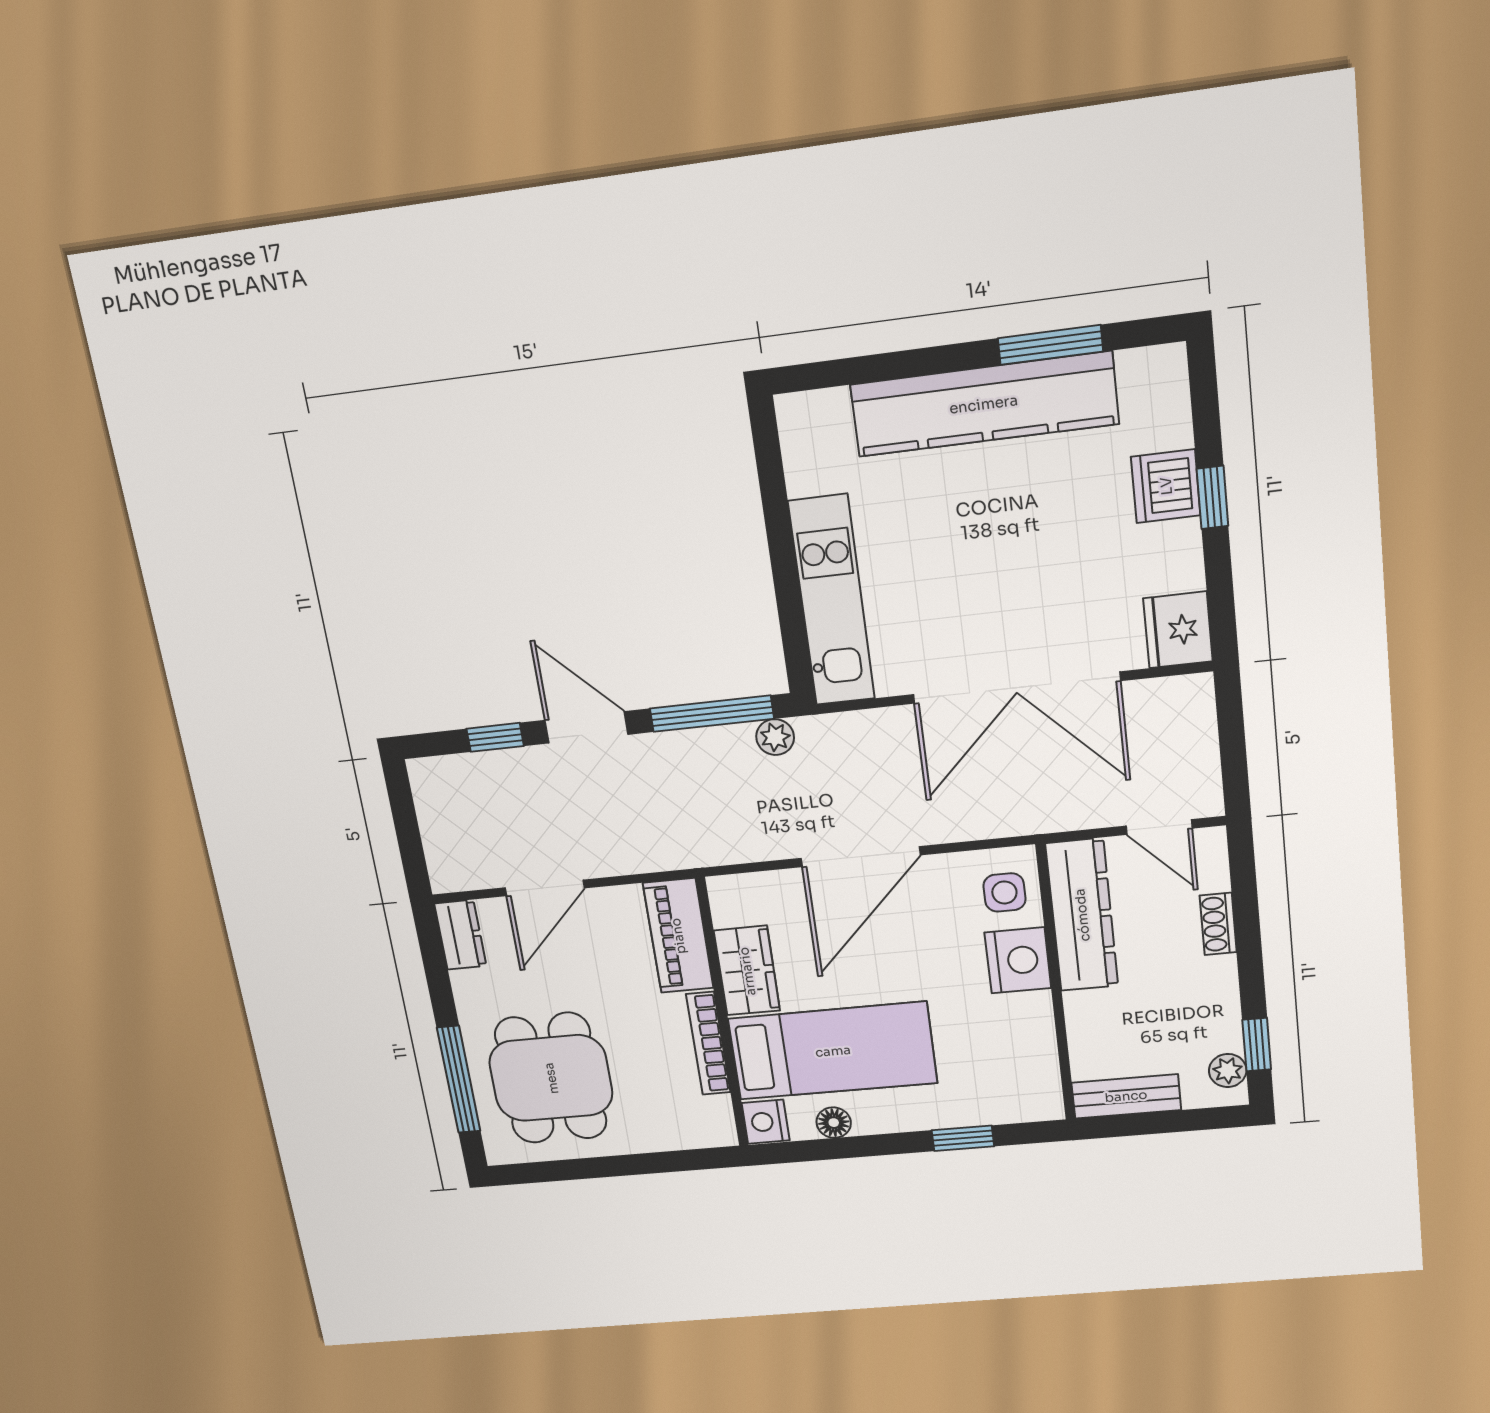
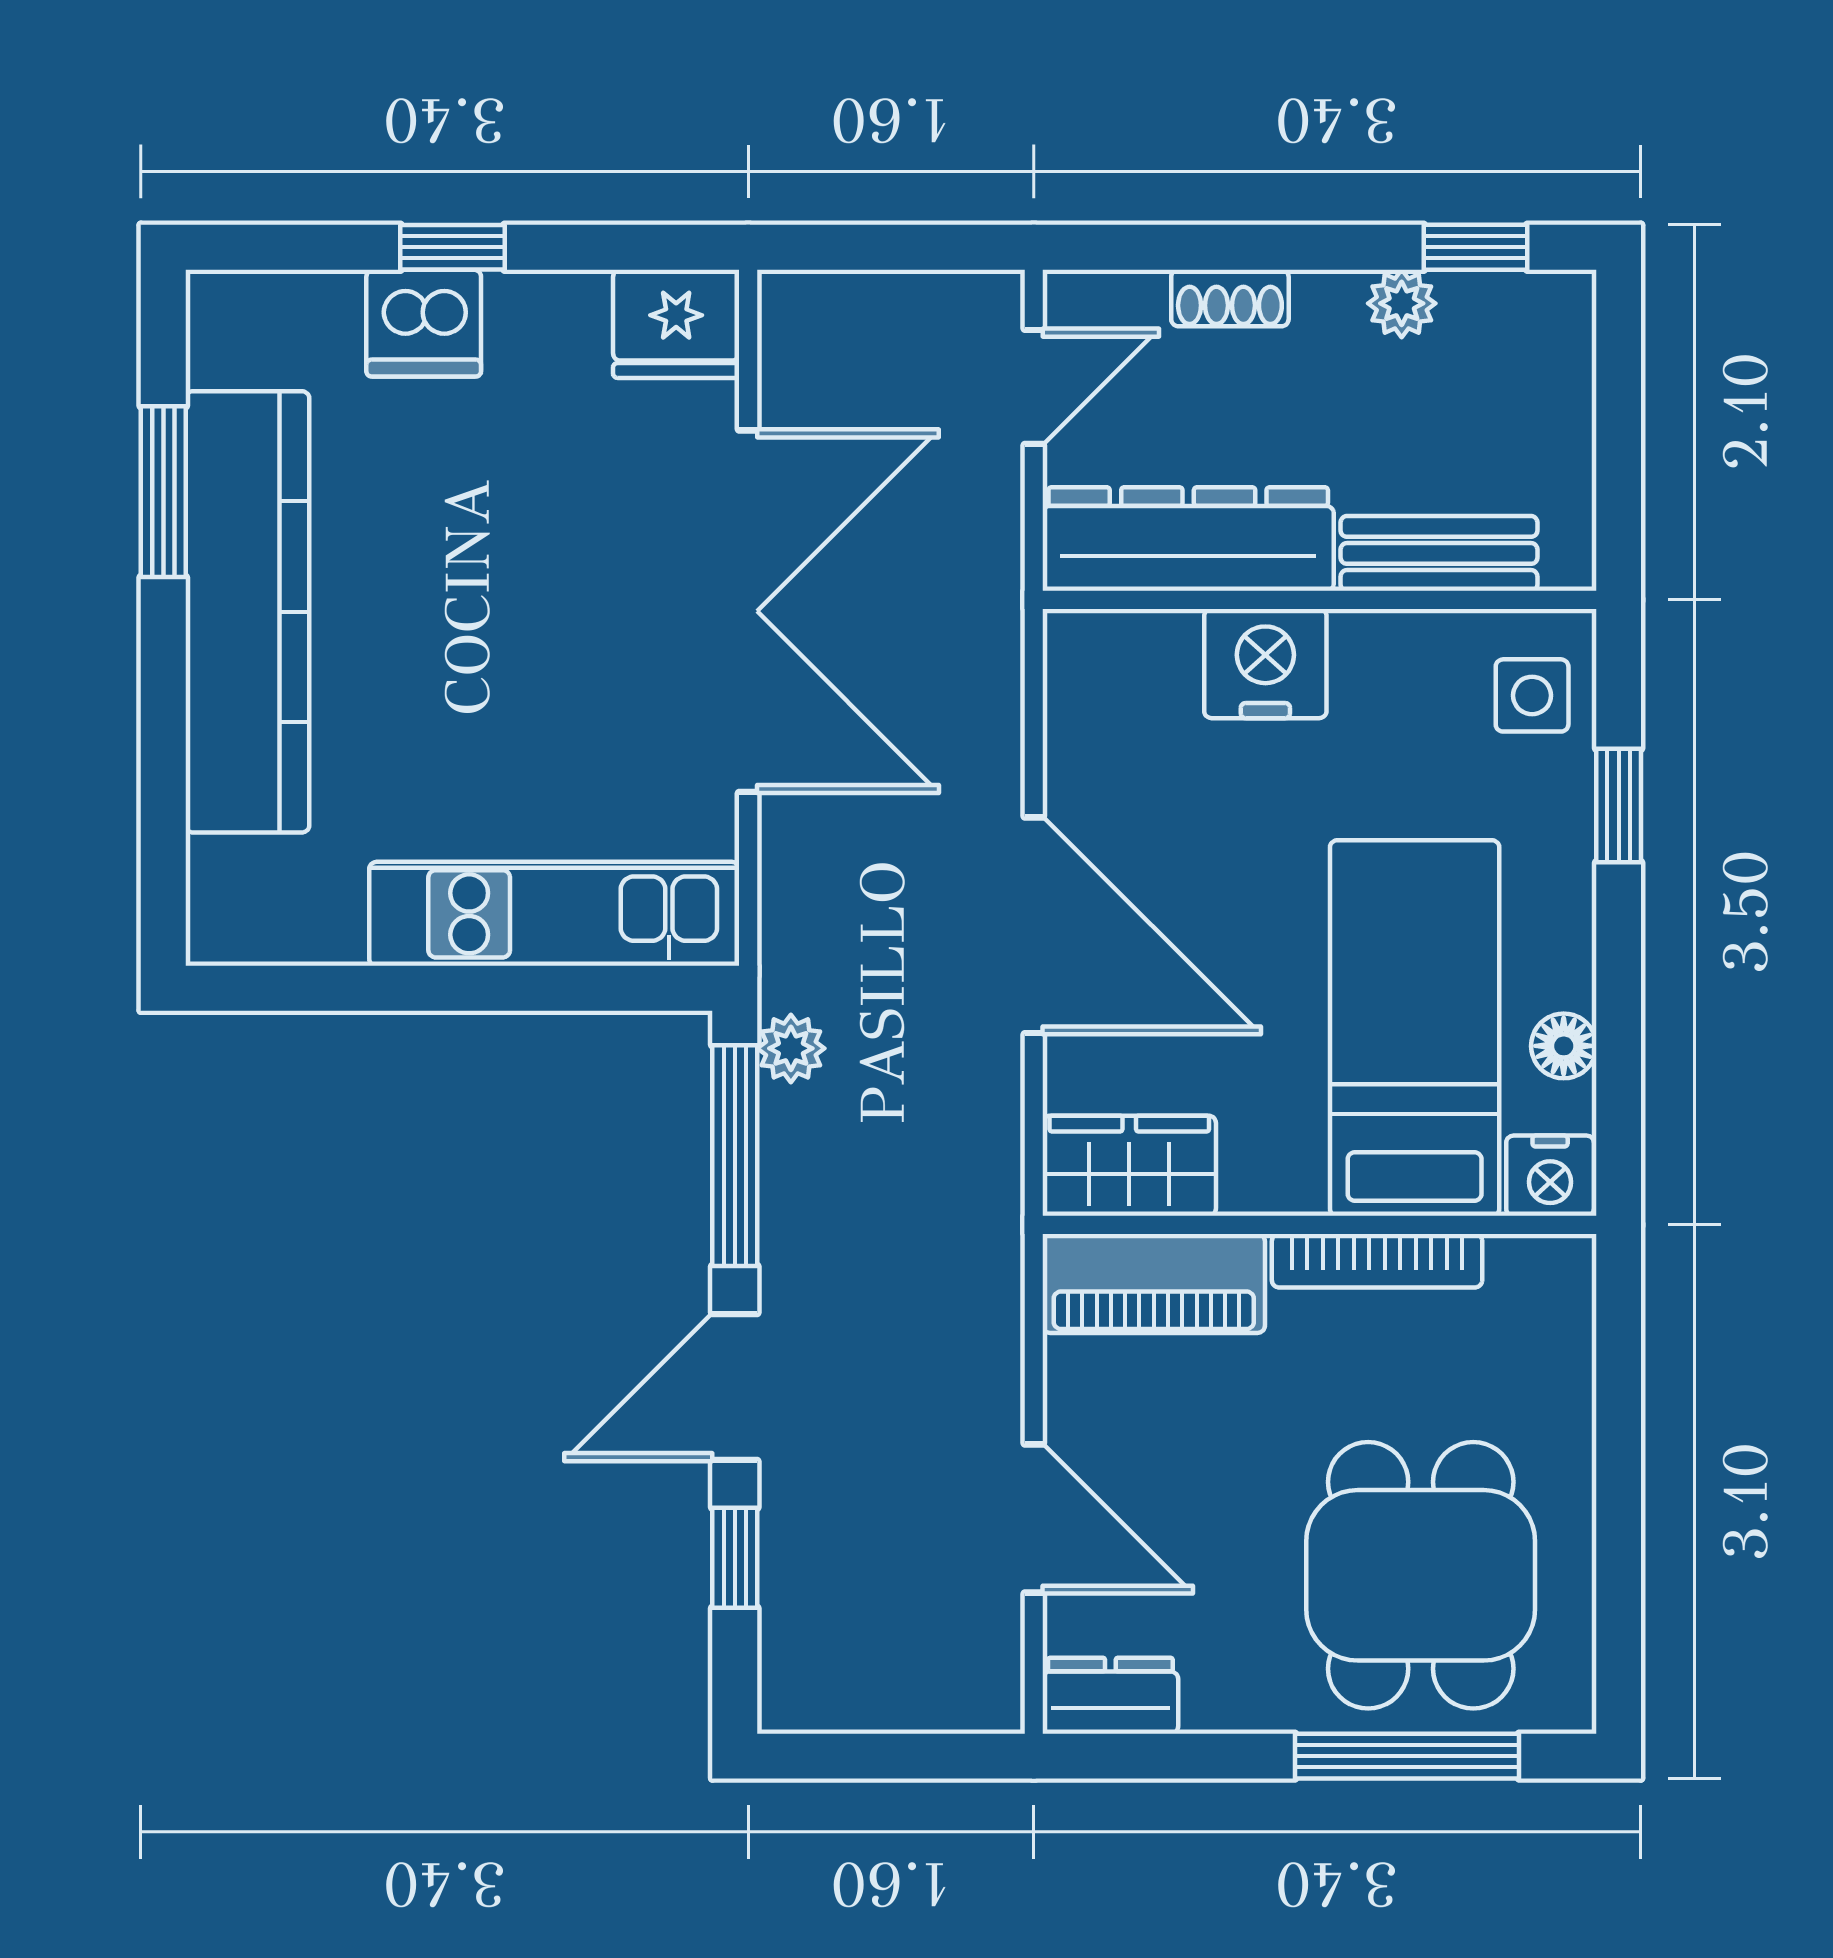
side table: (1004, 892) -> (1532, 695), moved
wardrobe: (747, 971) -> (1129, 1166), moved
plant: (1228, 1071) -> (1402, 303), moved
dining table: (551, 1078) -> (1421, 1575), turned 90
bench: (1126, 1096) -> (1439, 553), moved, turned 90

